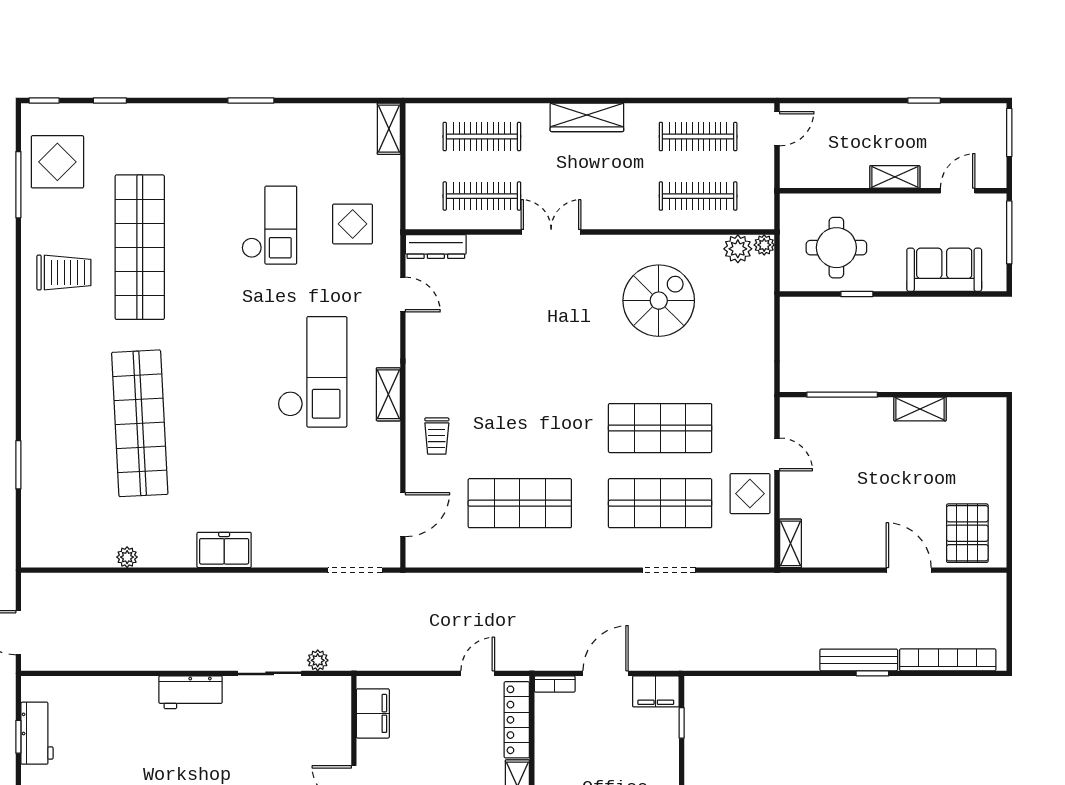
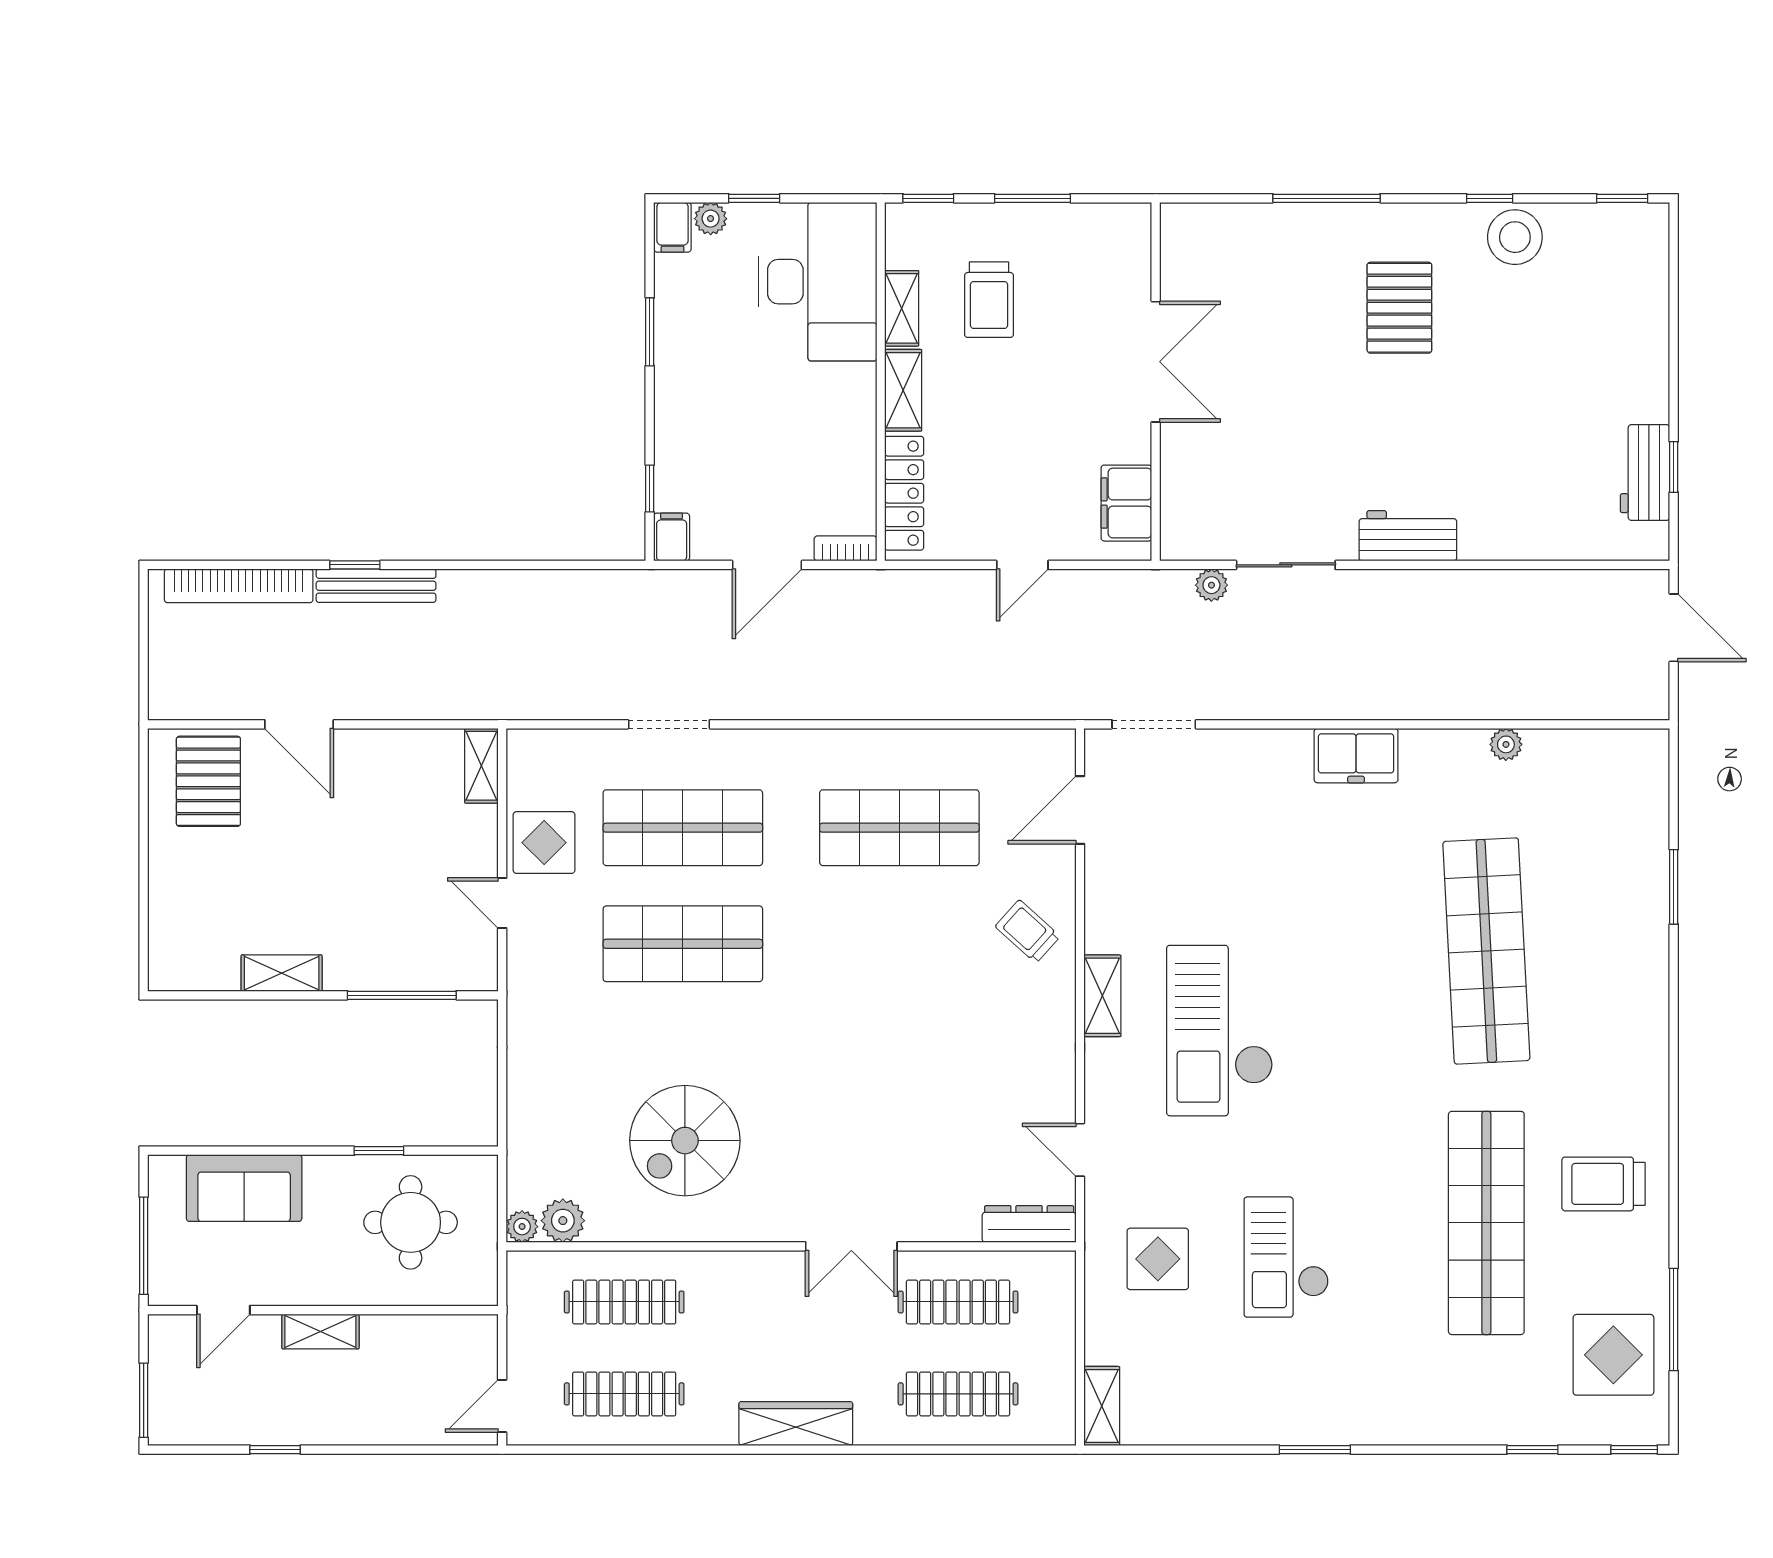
trolley: (437, 436) -> (1028, 931), turned -48
door: (478, 673) -> (1022, 565), moved
filing cabinet: (656, 691) -> (672, 537), width x0.50

